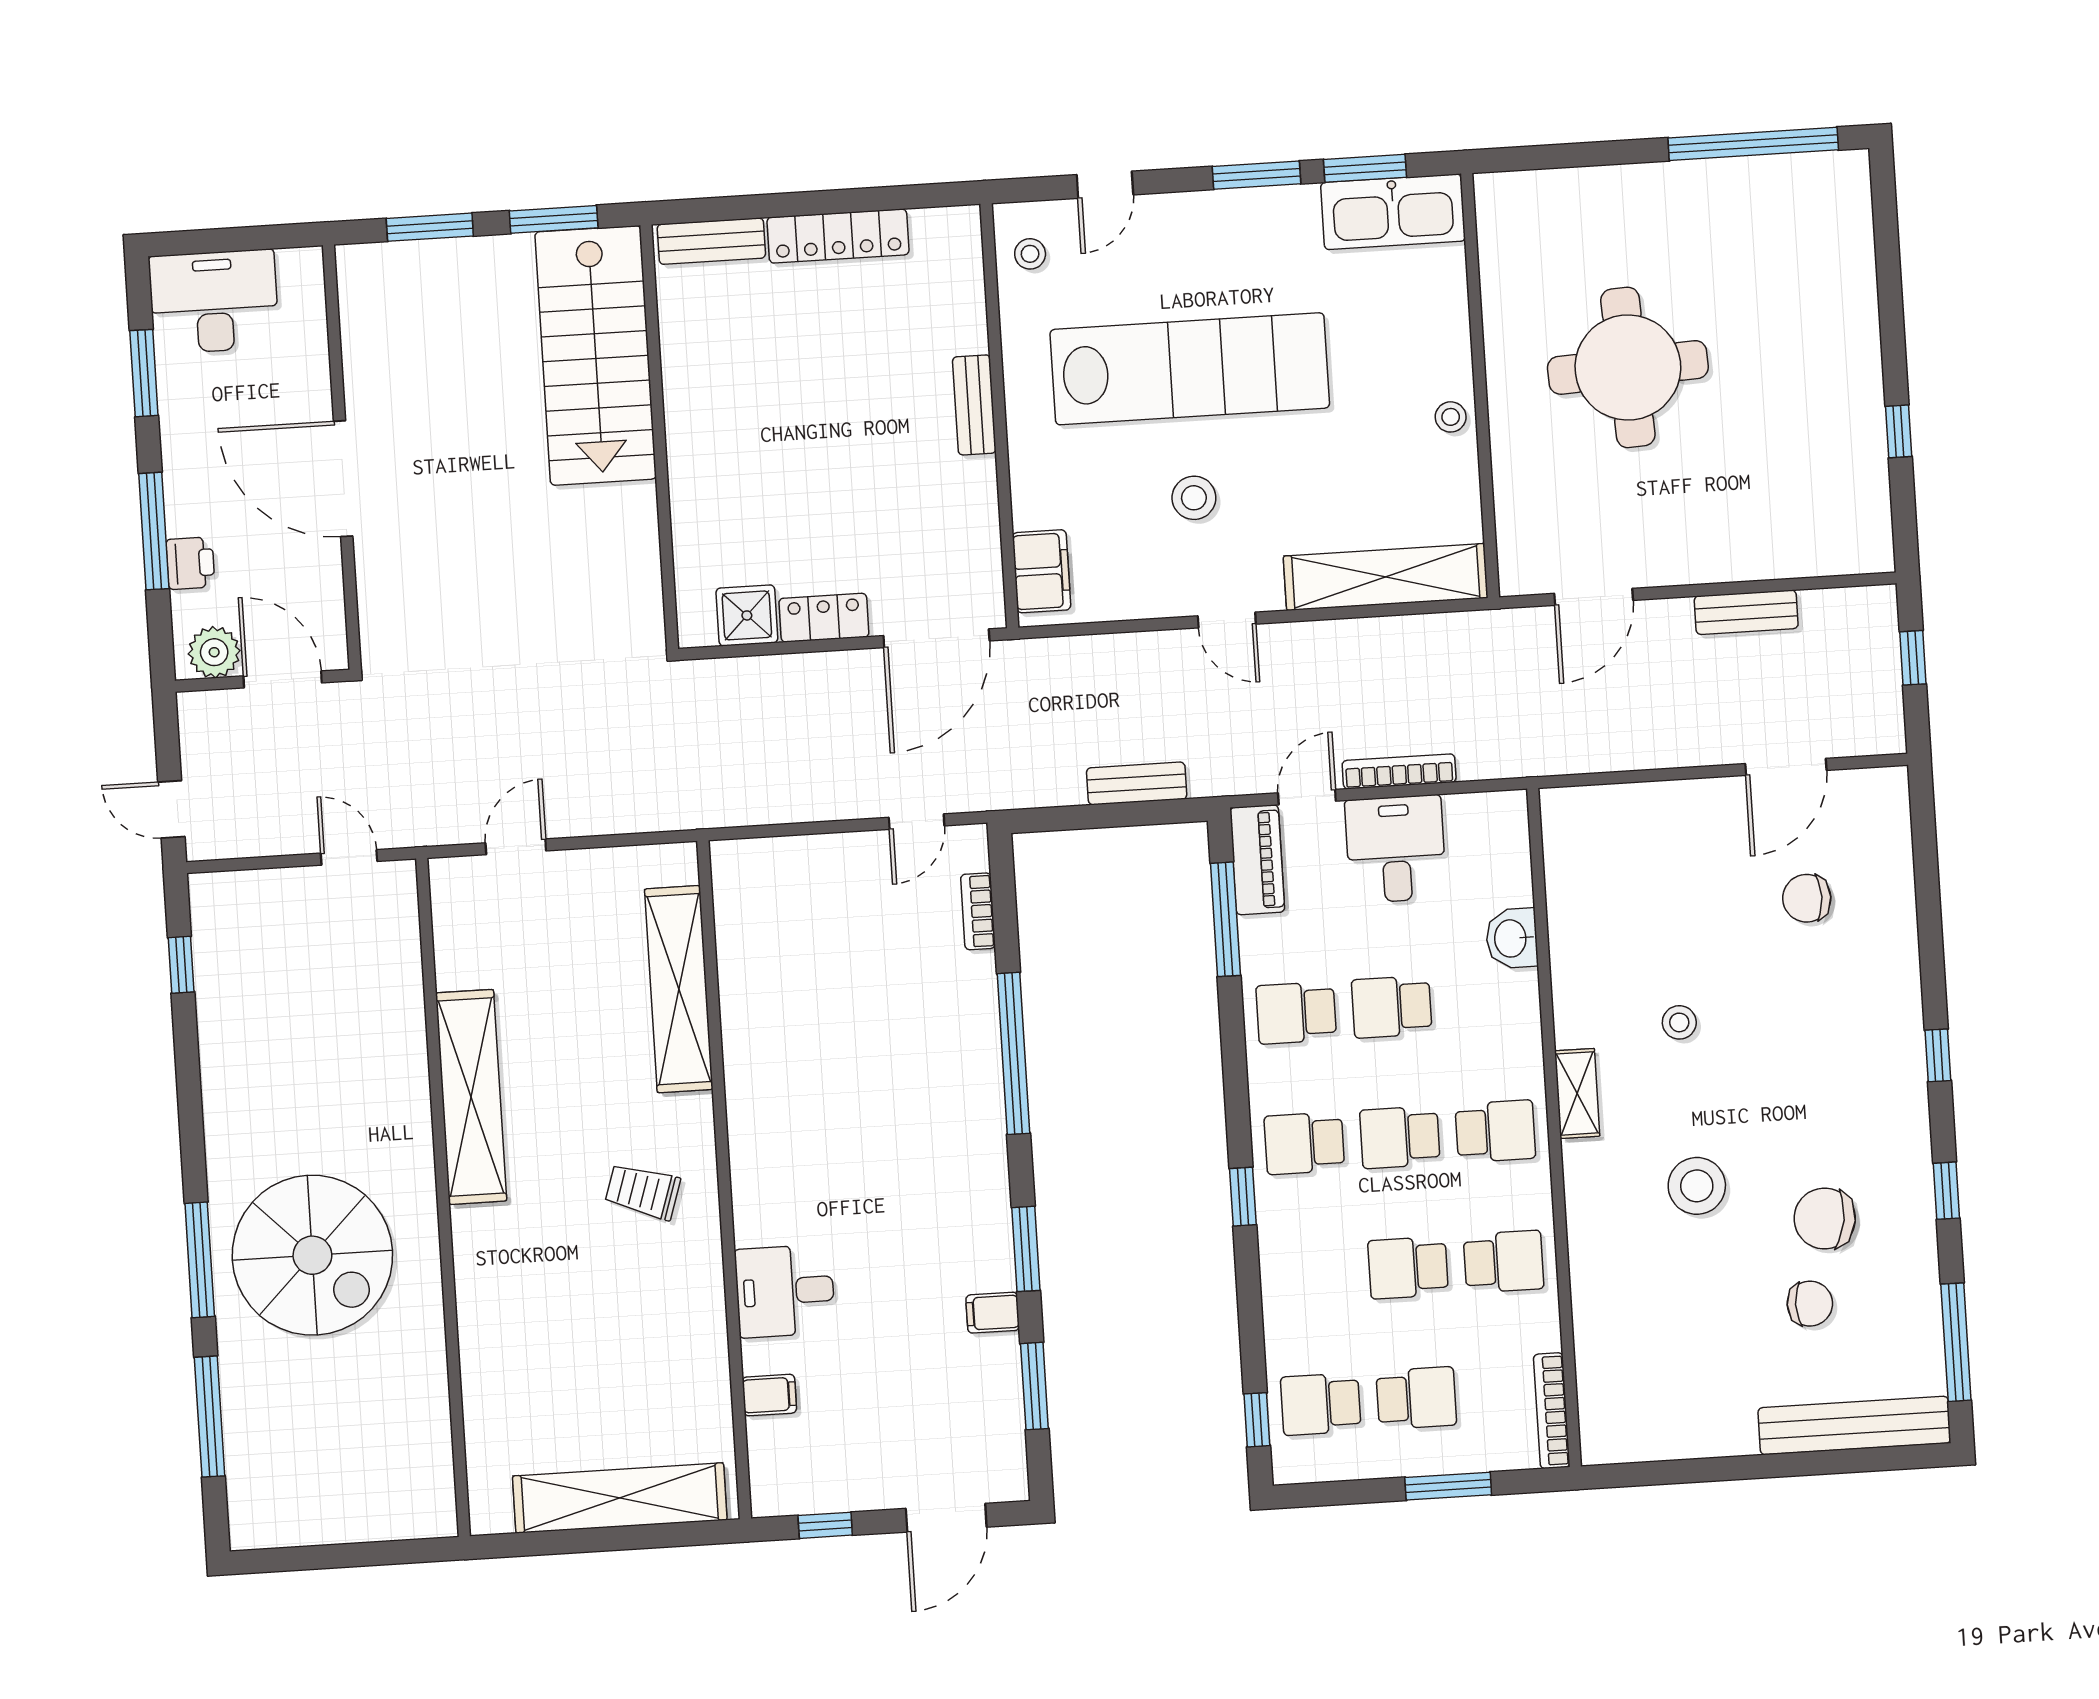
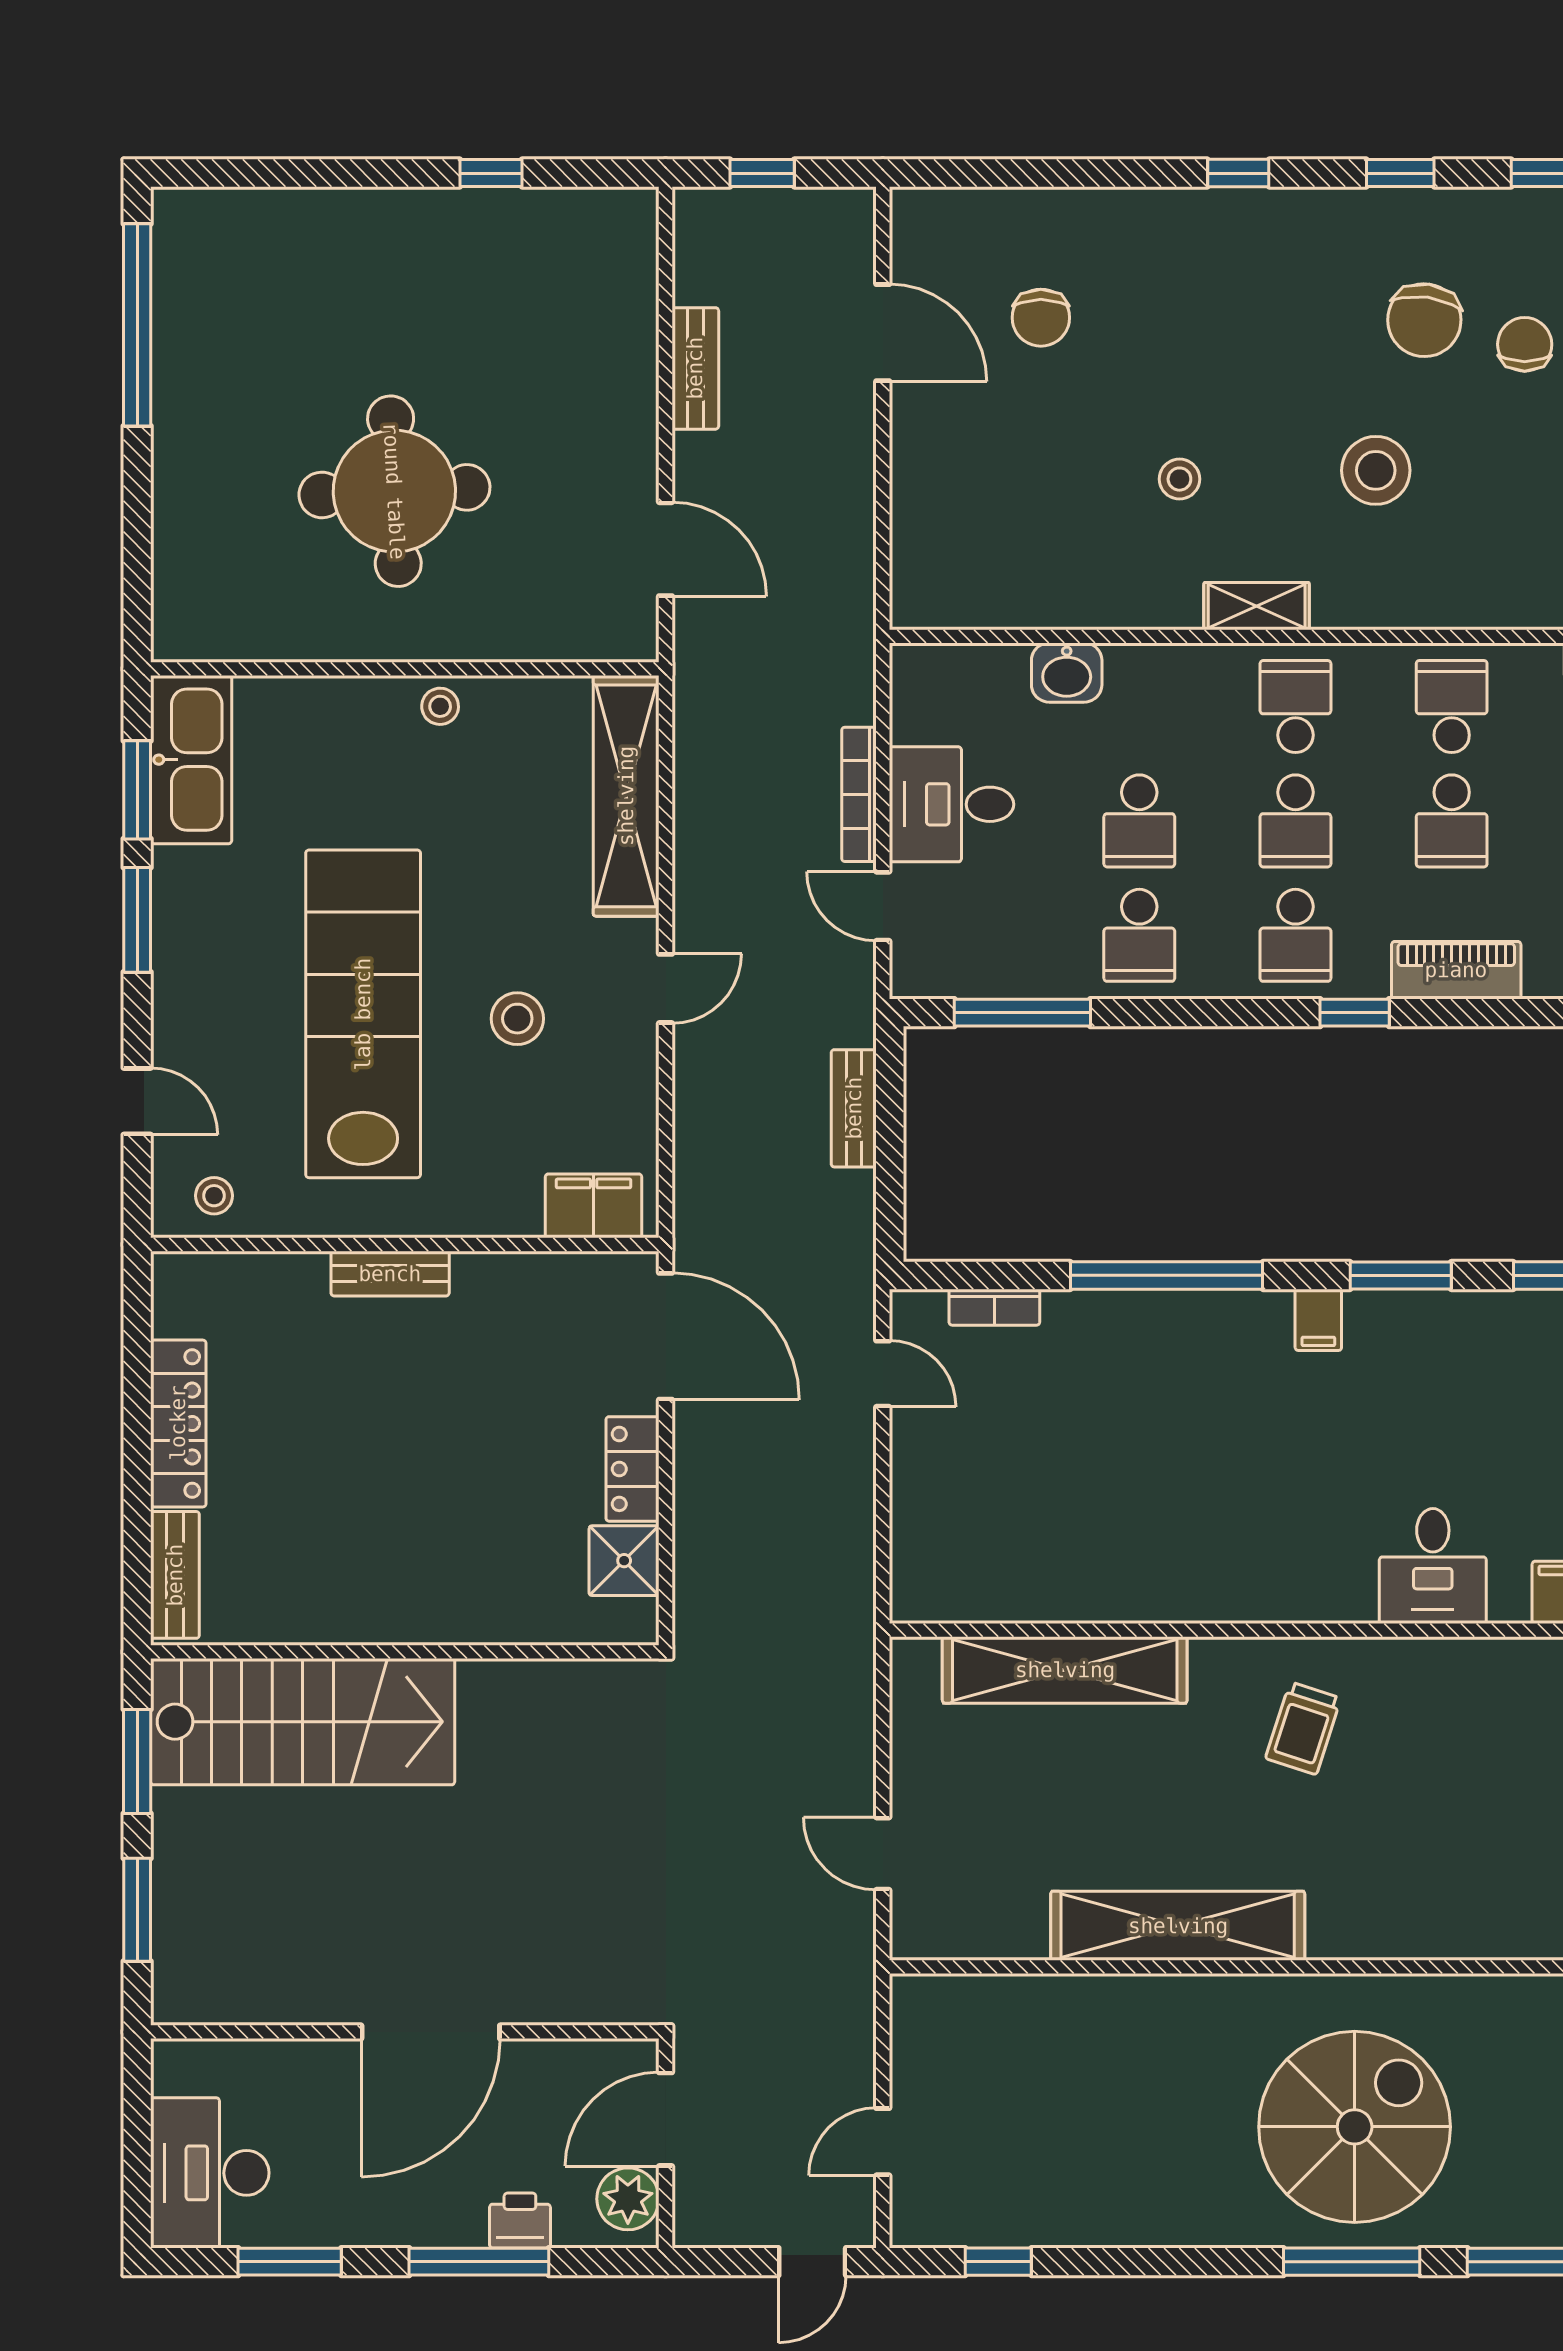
door: (349, 857) -> (883, 2142), moved
piano: (1257, 860) -> (1456, 970), moved
filing cabinet: (993, 1313) -> (1318, 1320), moved

